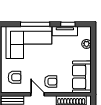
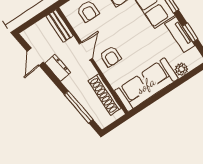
sofa: (82, 77) -> (146, 85), width x1.36

